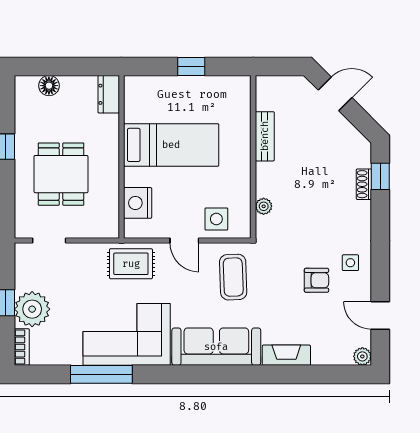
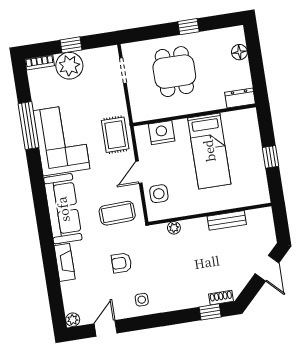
dining table: (61, 174) -> (174, 72), turned 90
shoe rack: (364, 184) -> (221, 298), moved
armchair: (316, 280) -> (122, 263), moved, turned 90

